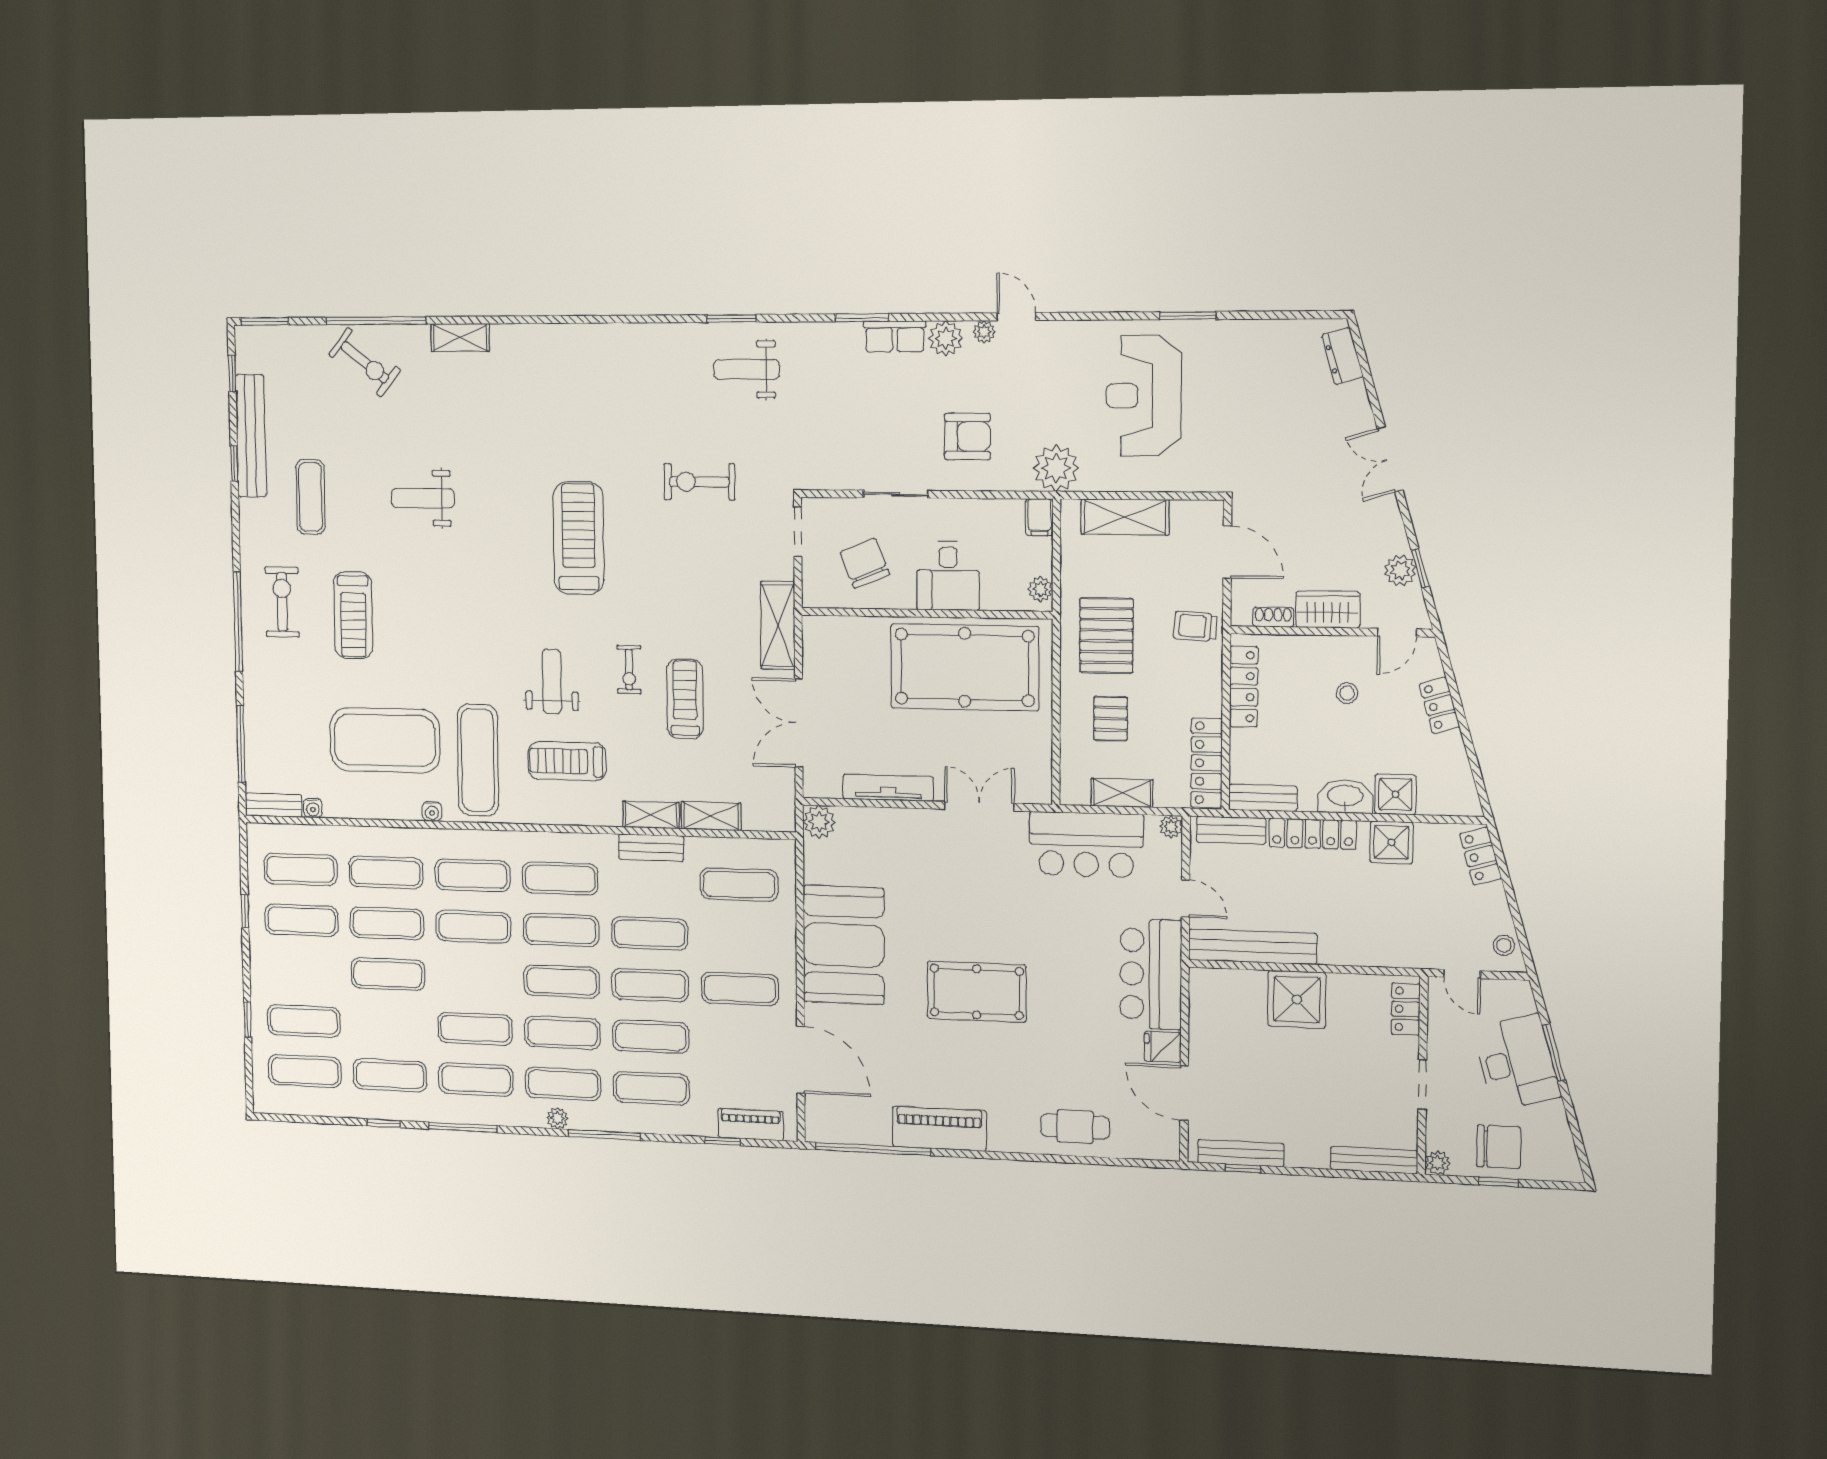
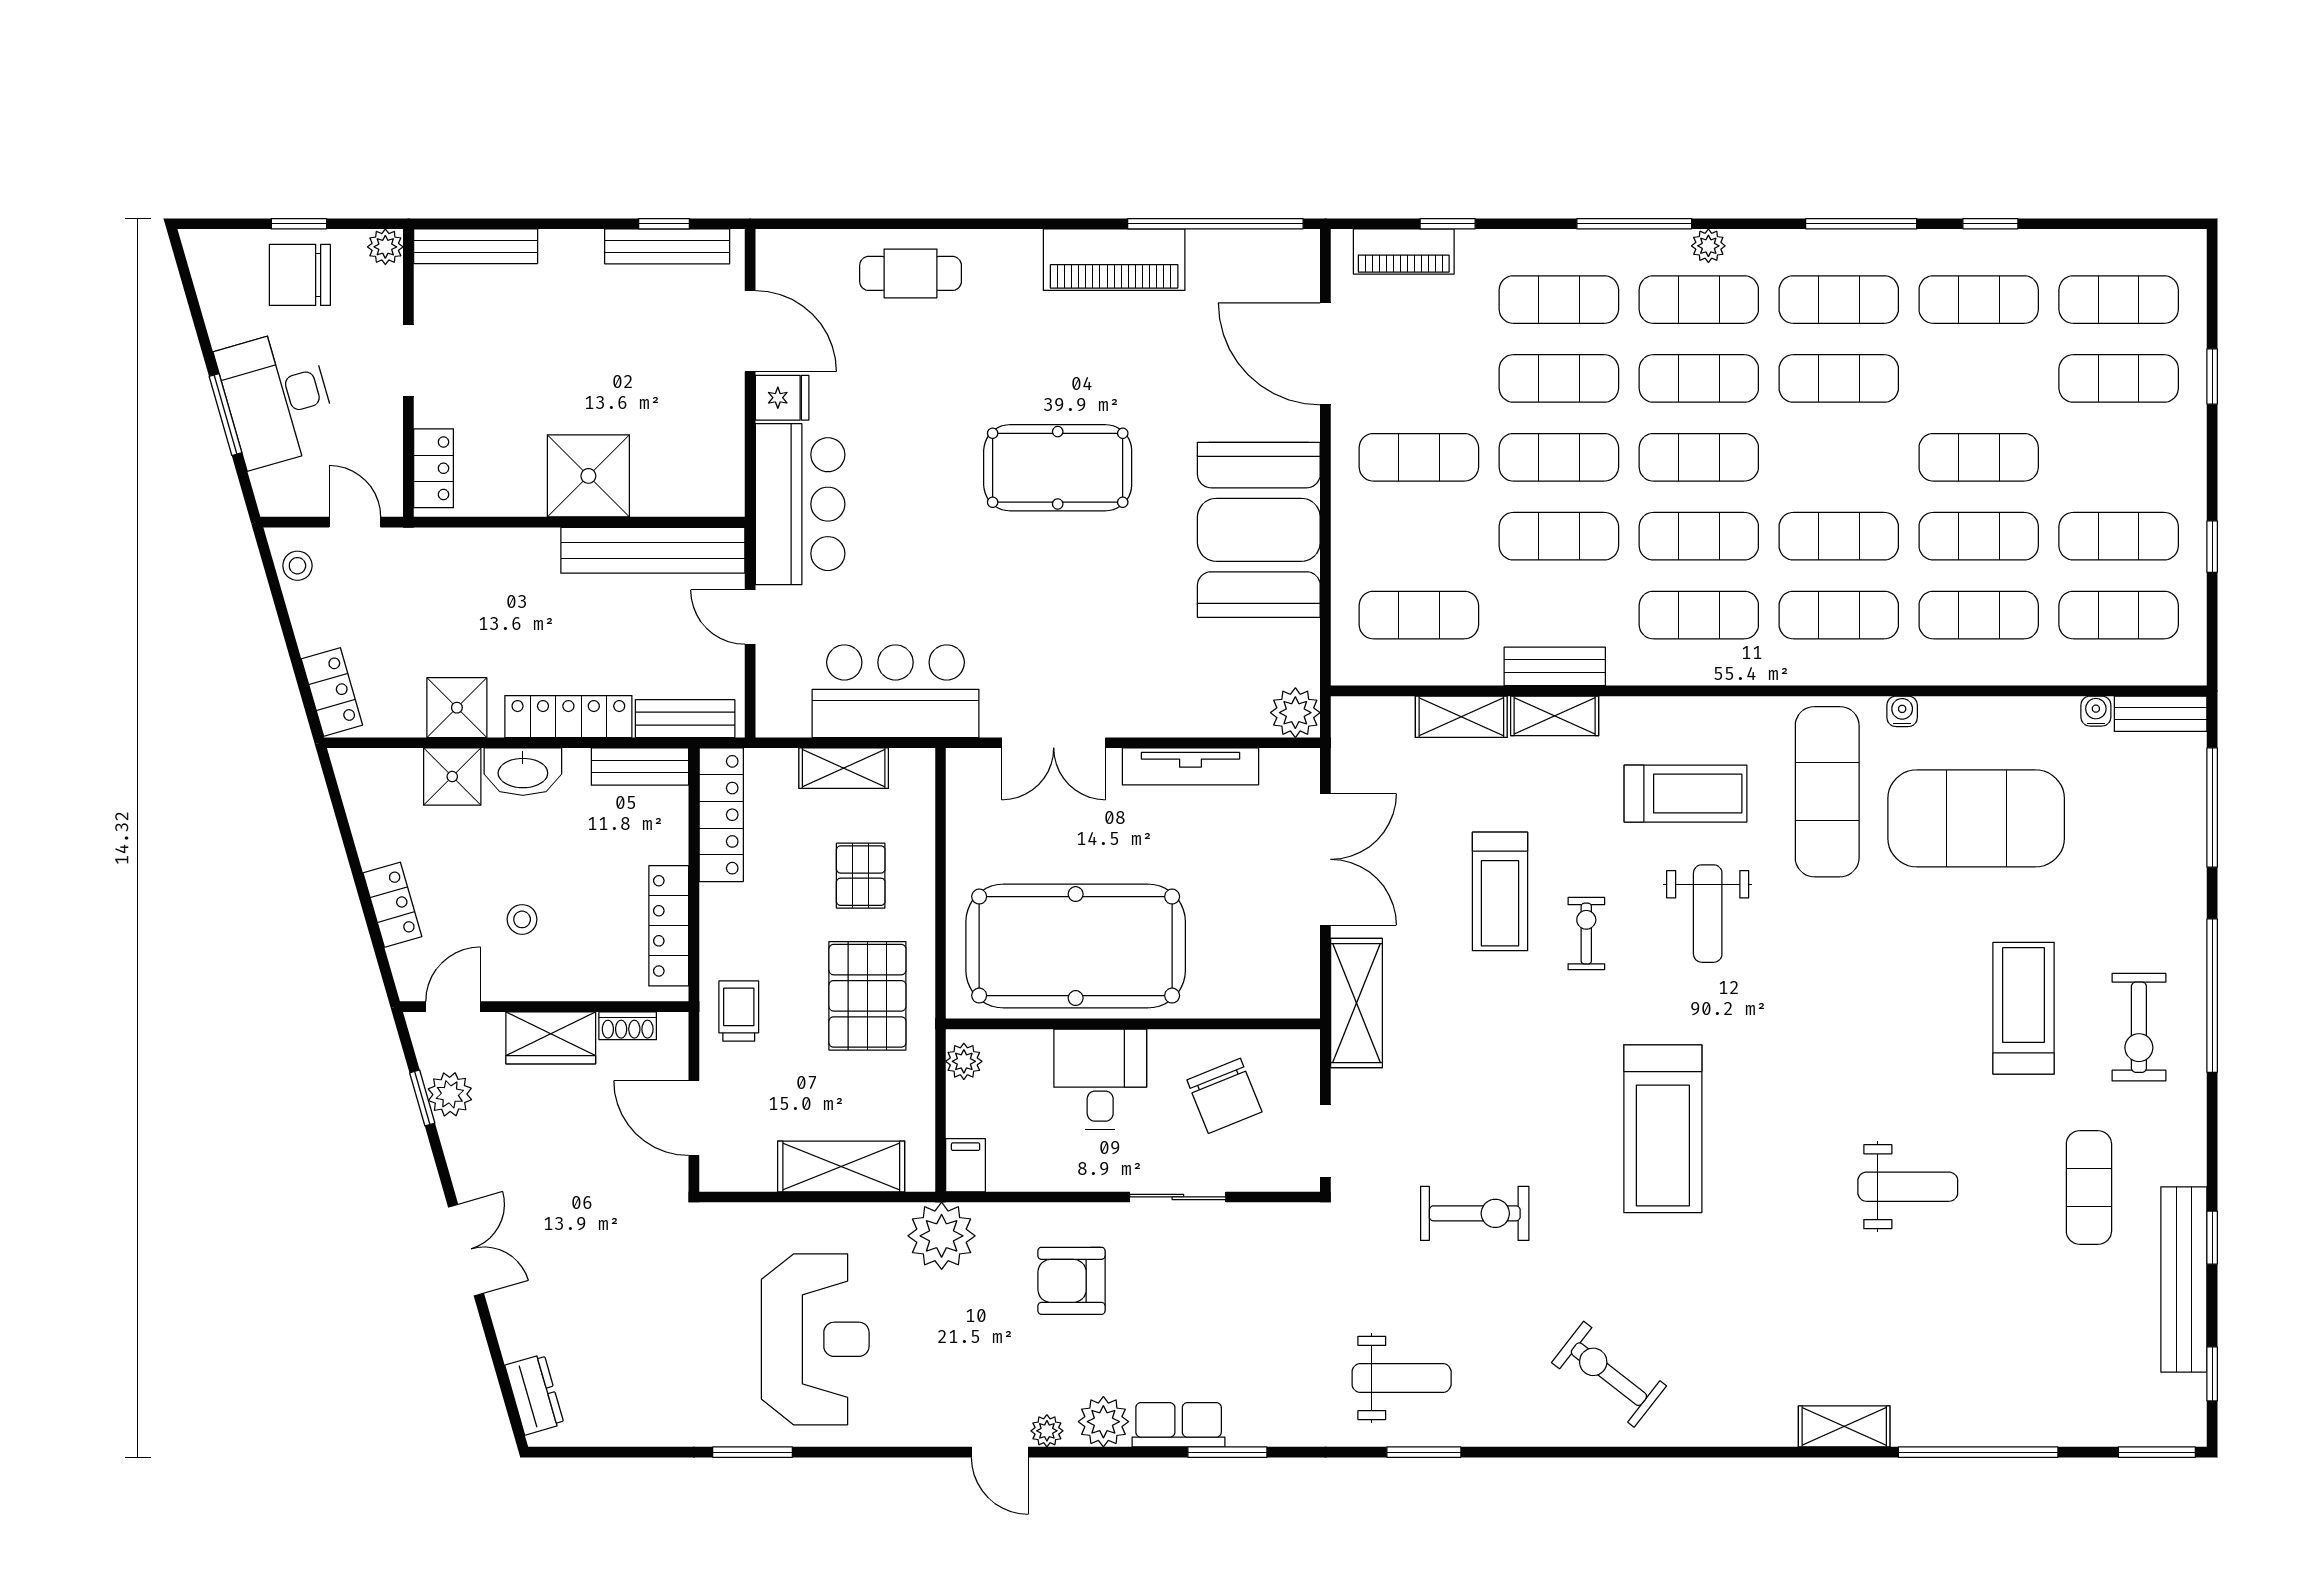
exercise bike: (365, 362) -> (1609, 1374), moved
trolley: (1195, 626) -> (739, 1011), turned -94
plant: (1171, 827) -> (772, 721), removed

